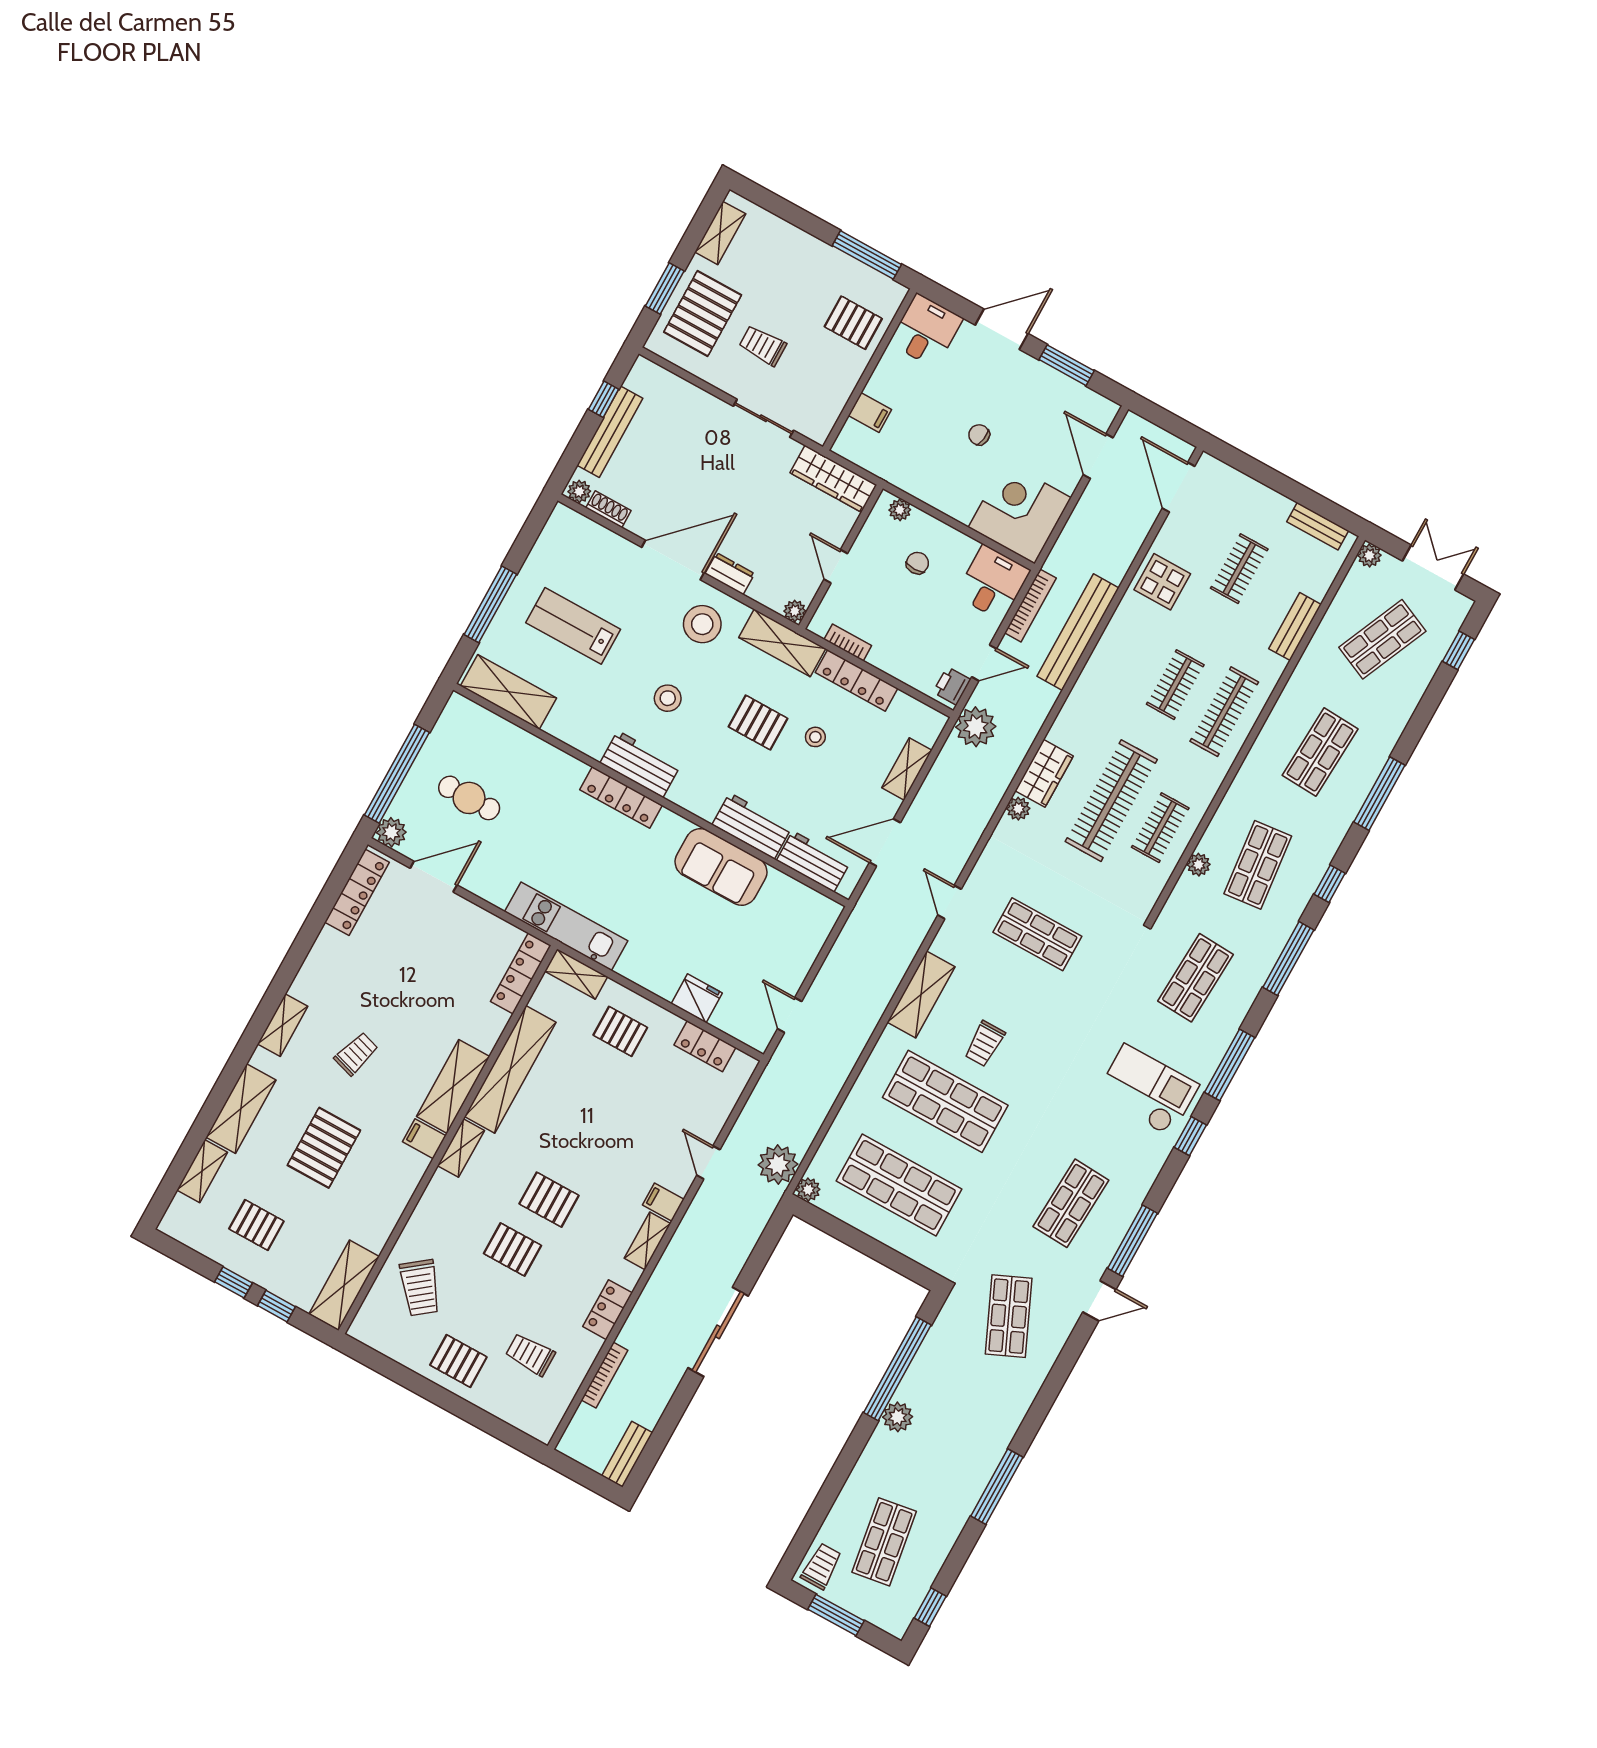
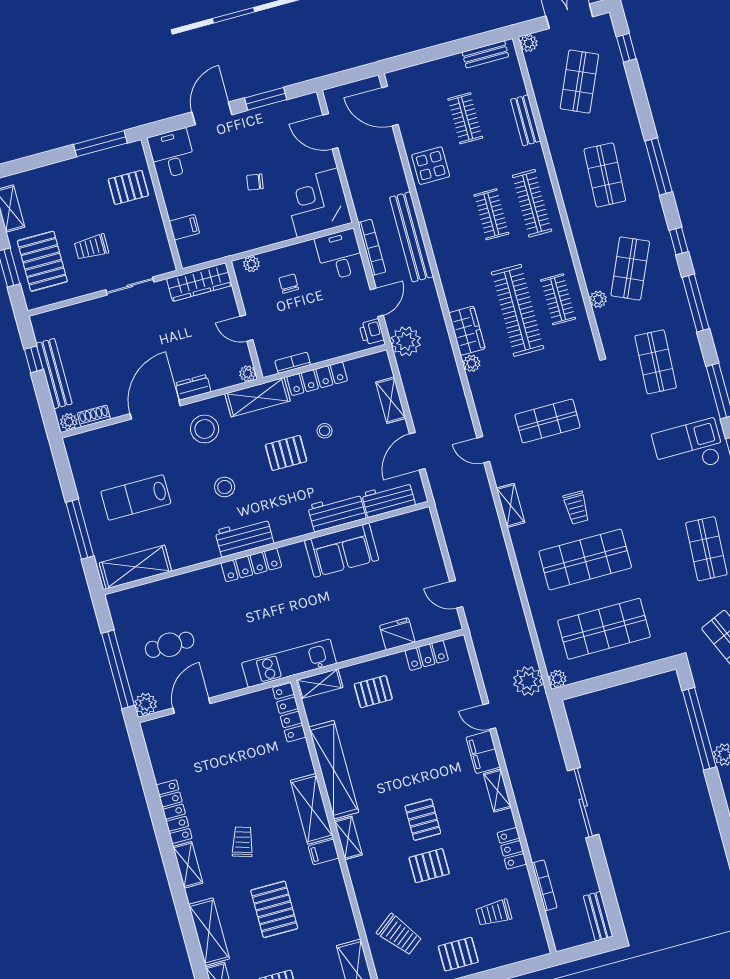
shop shelf: (1258, 865) -> (630, 268), turned 30
locker: (357, 892) -> (174, 812), moved
shelving: (921, 995) -> (511, 505), width x0.67, depth x0.75
pallet: (549, 1200) -> (423, 820), turned 90
filing cabinet: (663, 1202) -> (483, 752), width x2.00

